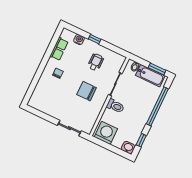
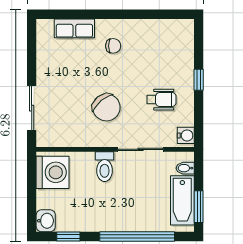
water cooler: (79, 40) -> (186, 135), moved
row of seats: (59, 49) -> (74, 28), moved
chair: (87, 91) -> (106, 107), turned 140

